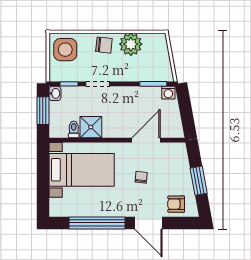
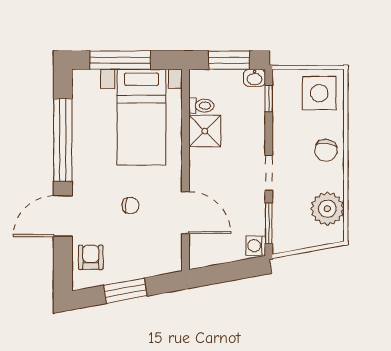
plant: (131, 44) -> (327, 209), moved
doorway: (98, 84) -> (269, 173), moved
window: (43, 184) -> (120, 60), added

